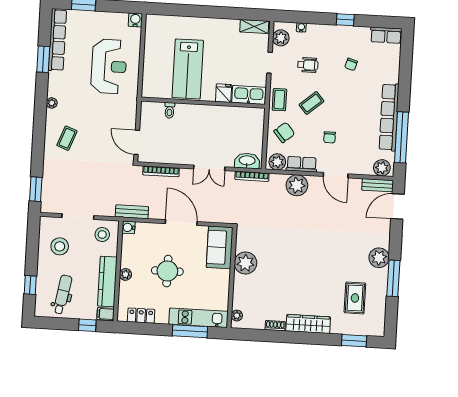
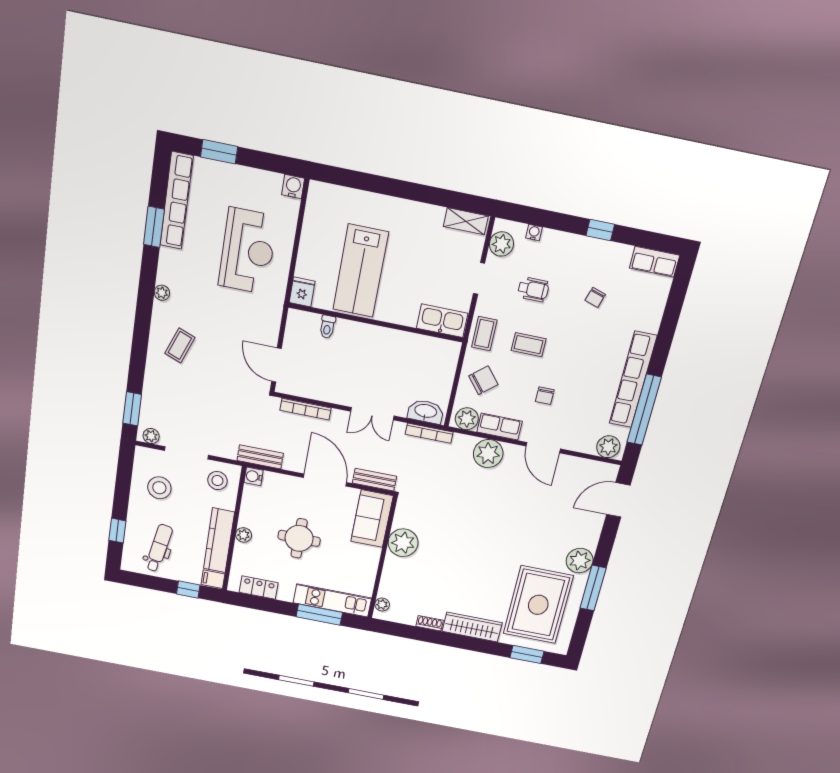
fridge: (224, 93) -> (302, 292), moved
coffee table: (311, 103) -> (529, 345), turned 41
bench: (378, 185) -> (374, 480), moved
plant: (51, 208) -> (151, 436), added
rug: (355, 298) -> (538, 605), width x1.86, depth x2.06

